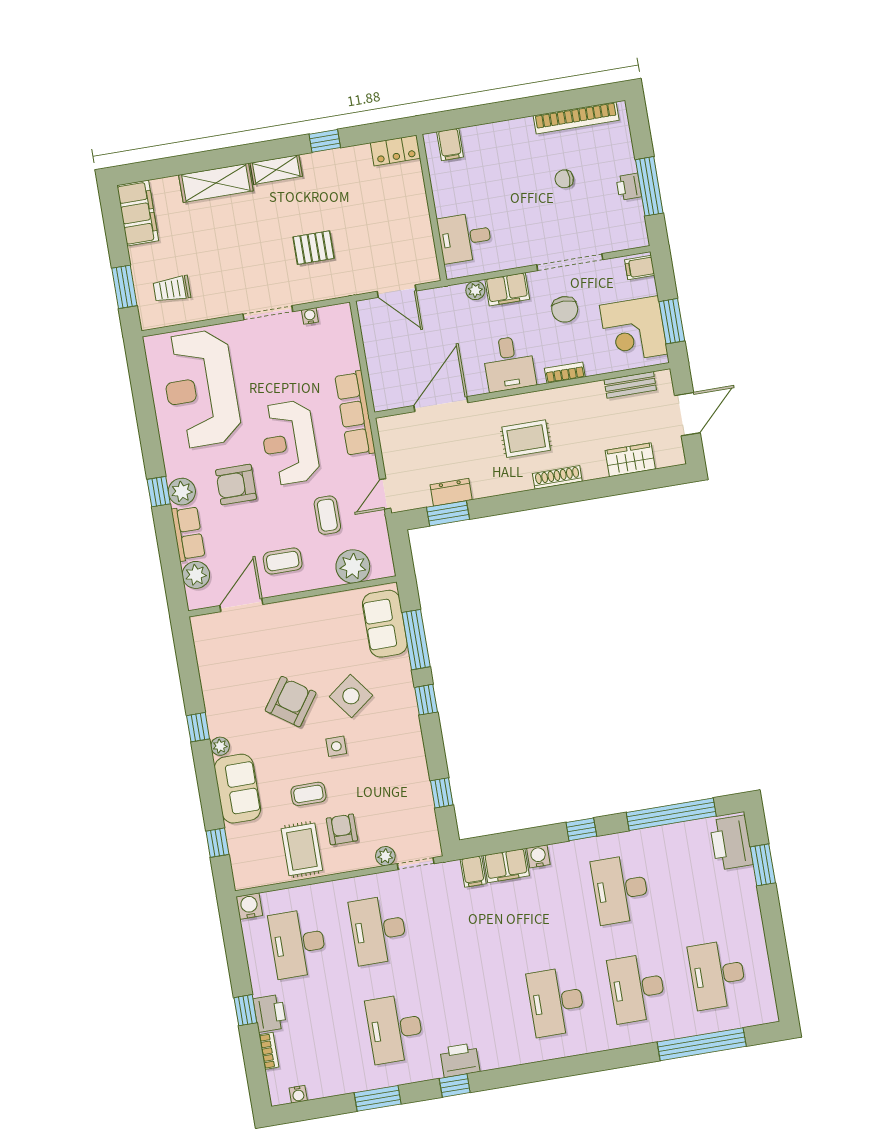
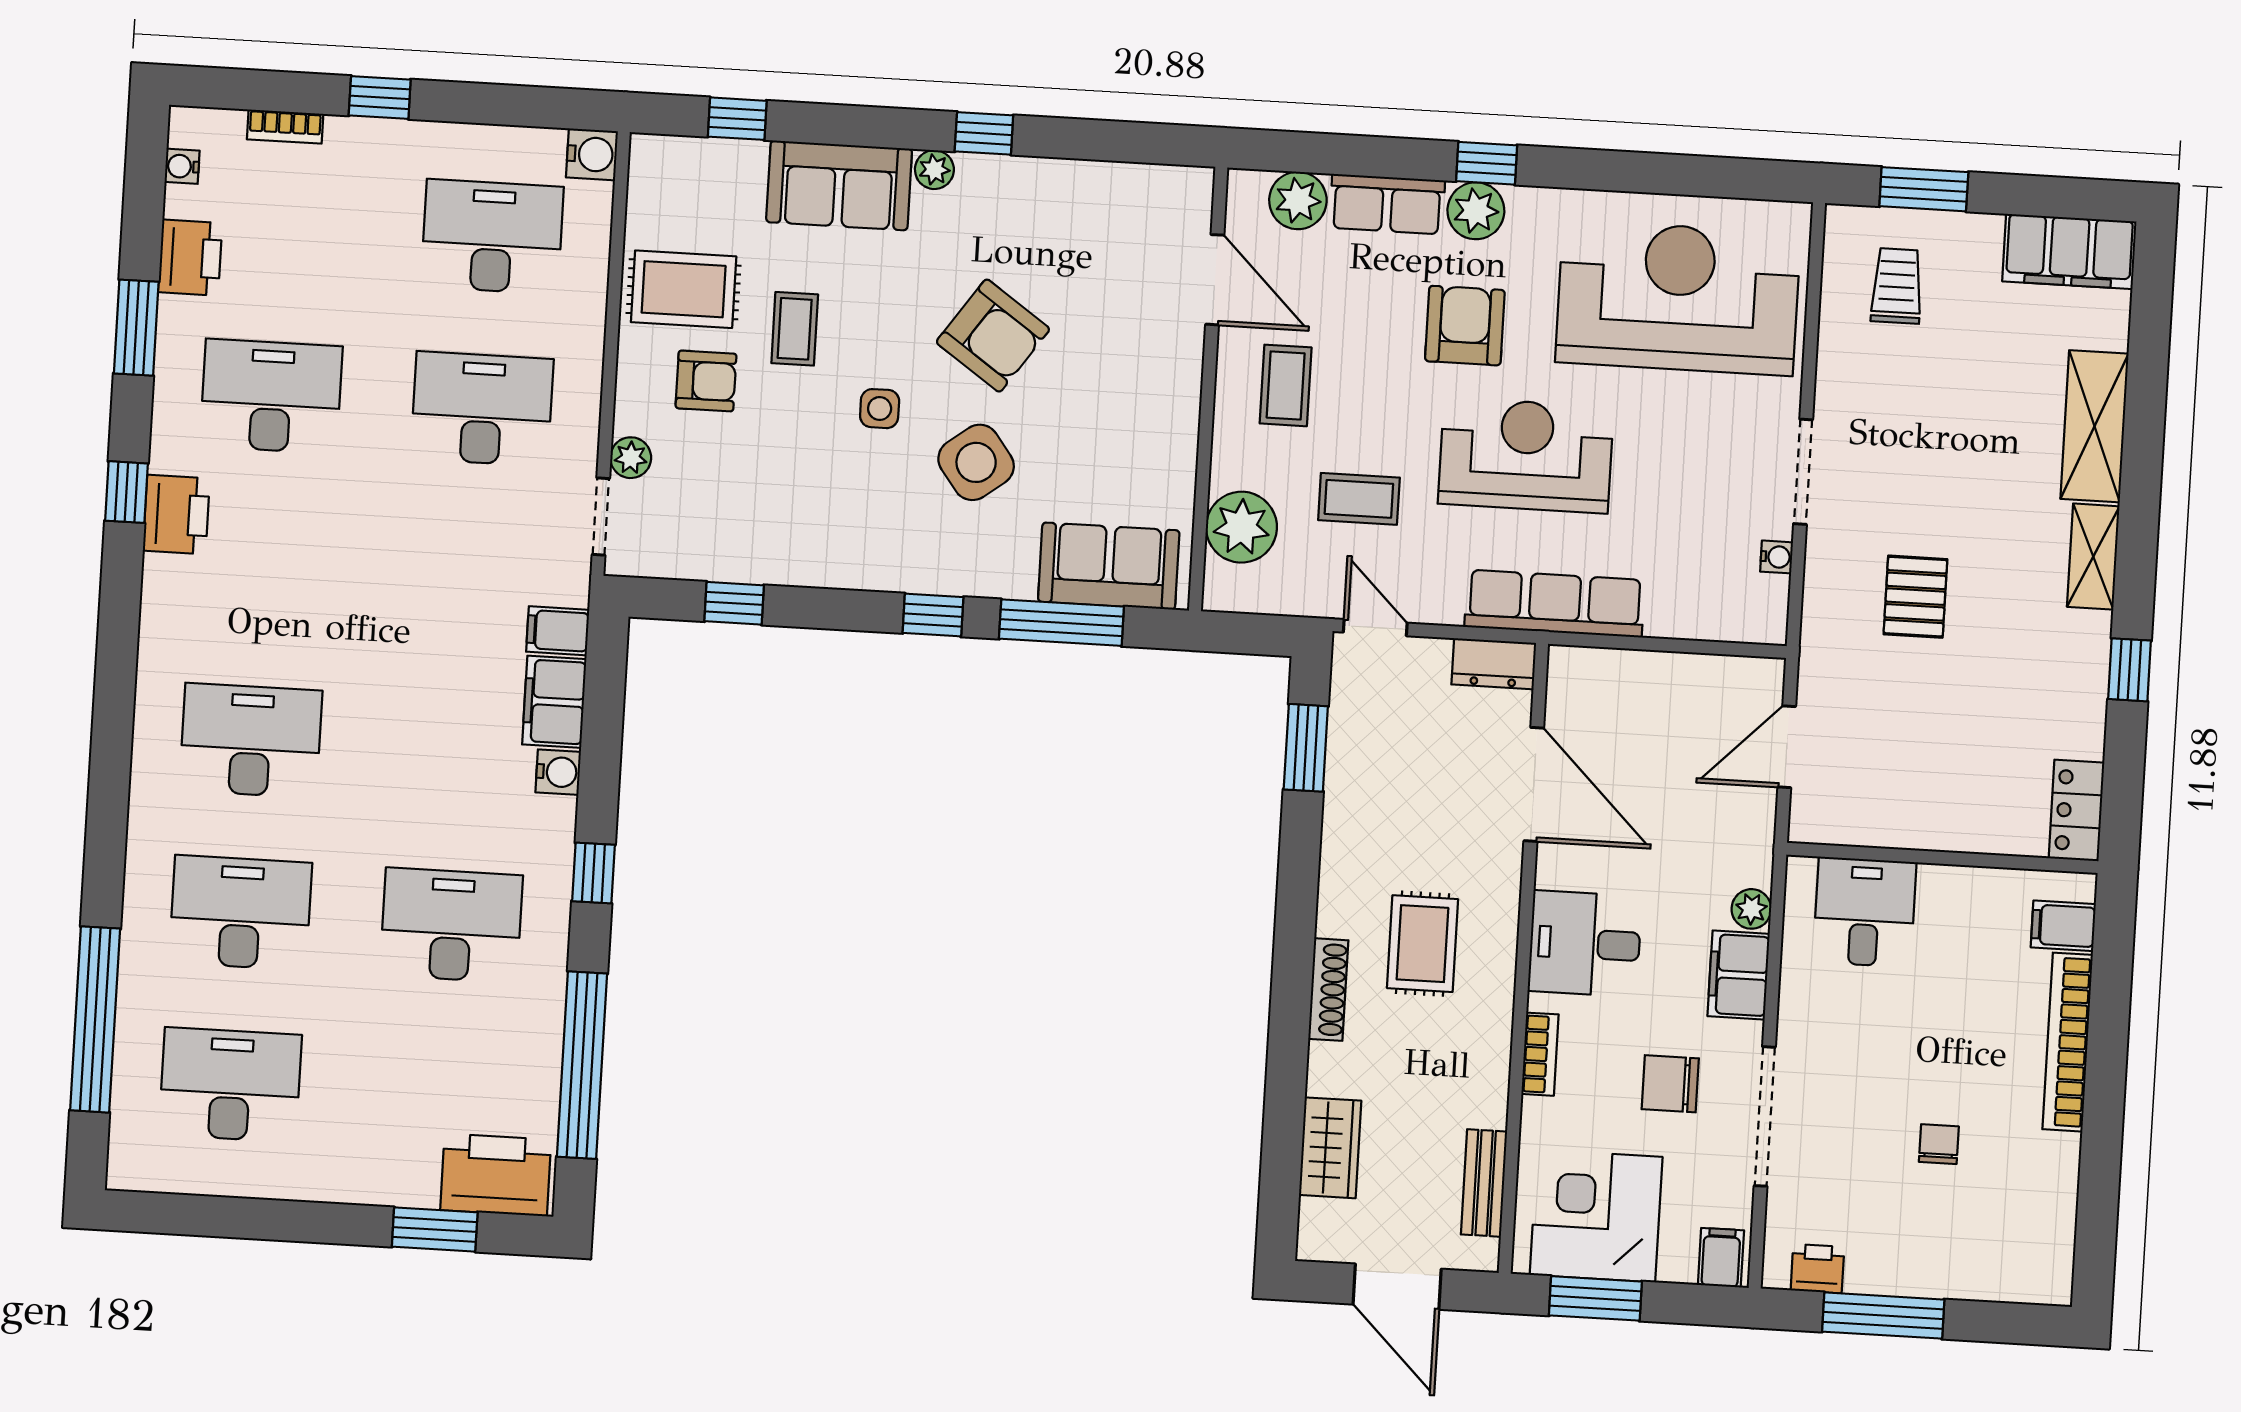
bookcase: (576, 118) -> (2068, 1042), moved
printer: (629, 187) -> (1817, 1269), moved
dresser: (451, 492) -> (1494, 664), moved, turned 90
printer: (270, 1013) -> (190, 258), moved, turned -90

